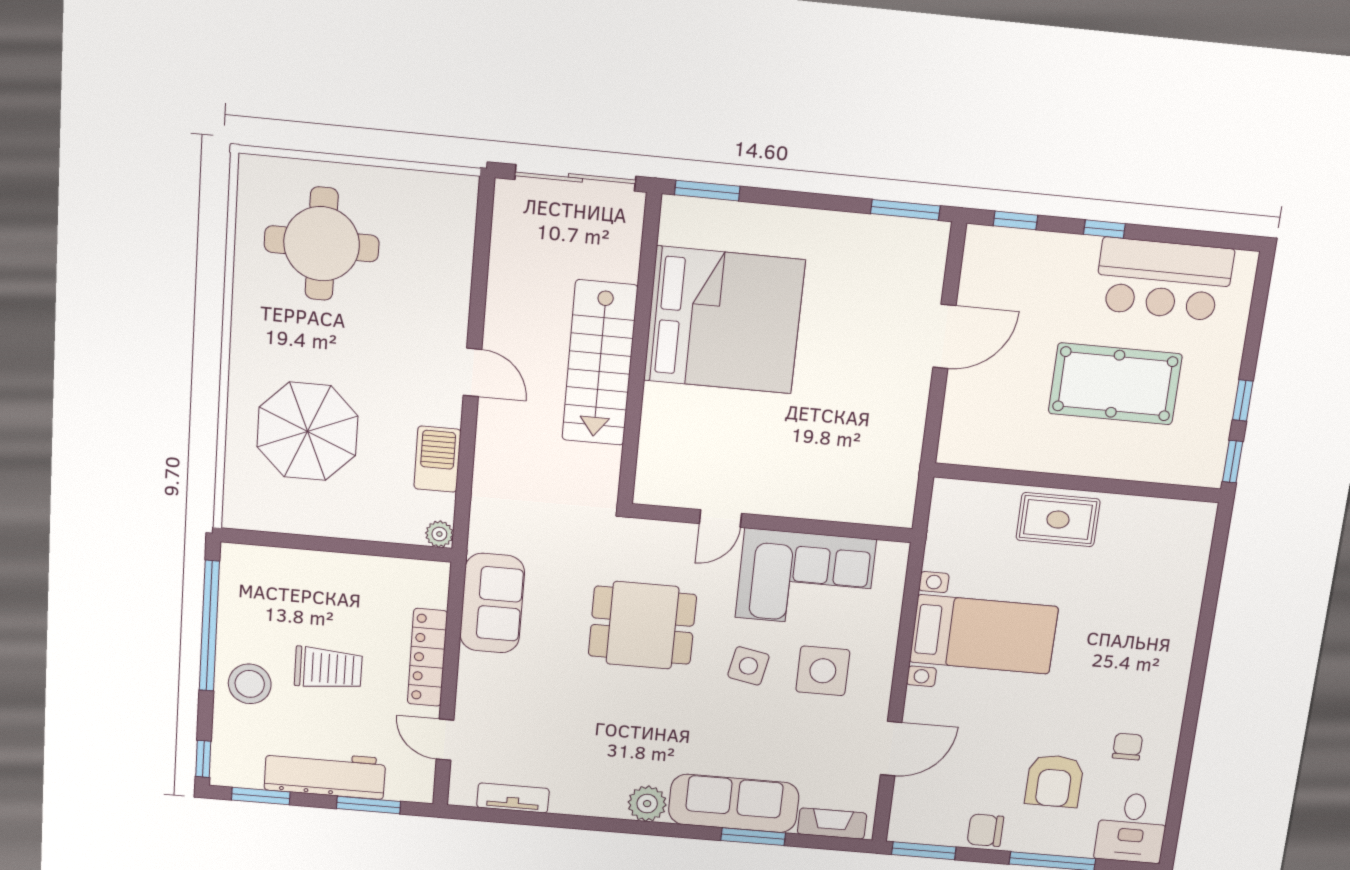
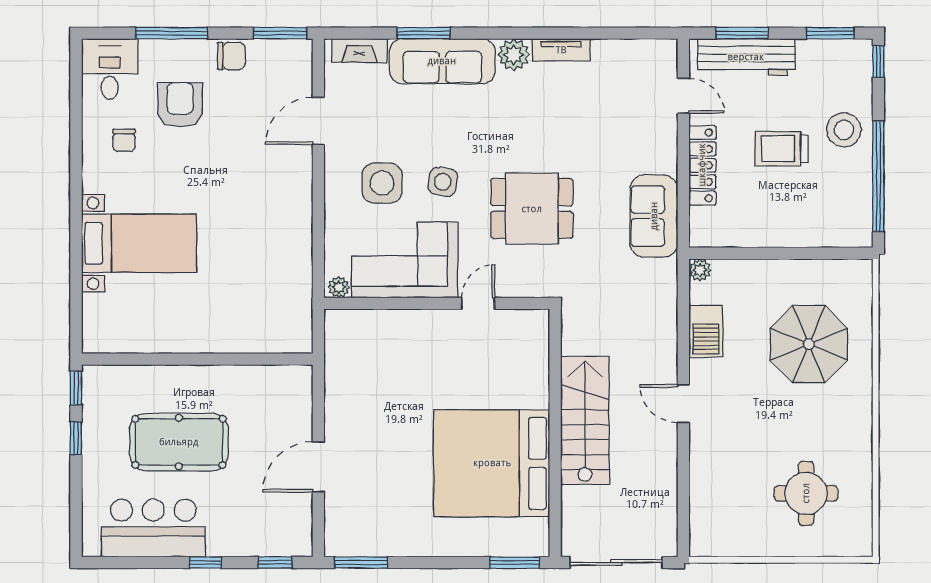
round table: (322, 244) -> (806, 493), width x0.73, depth x0.73
rug: (1058, 520) -> (209, 328), removed
plant: (891, 553) -> (339, 287), added
bed with nightstands: (984, 634) -> (139, 243), moved, turned 180
workbench: (325, 774) -> (746, 57), moved
tv unit: (513, 798) -> (561, 50), moved

